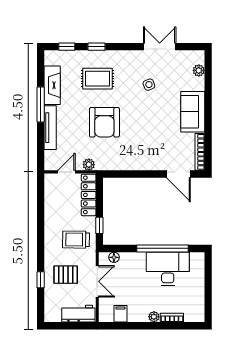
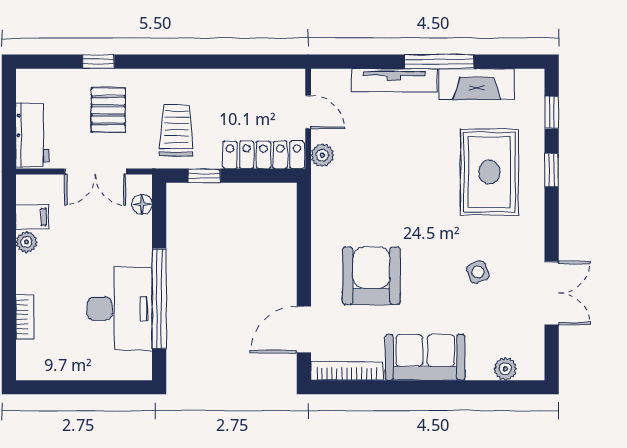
rug: (97, 79) -> (489, 172), width x1.36, depth x1.43
armchair: (104, 122) -> (371, 276), moved, turned 90
plant: (154, 317) -> (26, 242), moved

